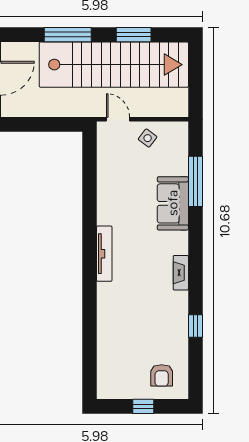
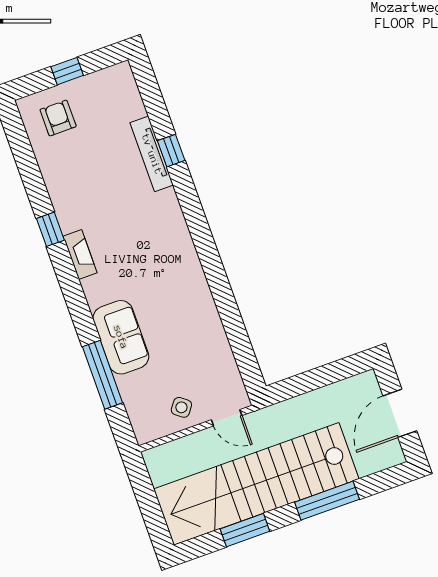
tv unit: (104, 254) -> (152, 154), moved
window: (89, 323) -> (171, 151), added
window: (195, 326) -> (50, 229), moved

